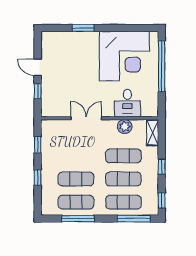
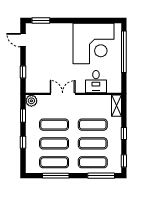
window: (83, 28) -> (41, 21), moved
door: (38, 67) -> (23, 40), moved
plant: (125, 127) -> (31, 101), moved
exercise mat: (76, 156) -> (54, 125), added

